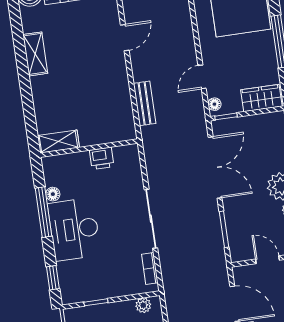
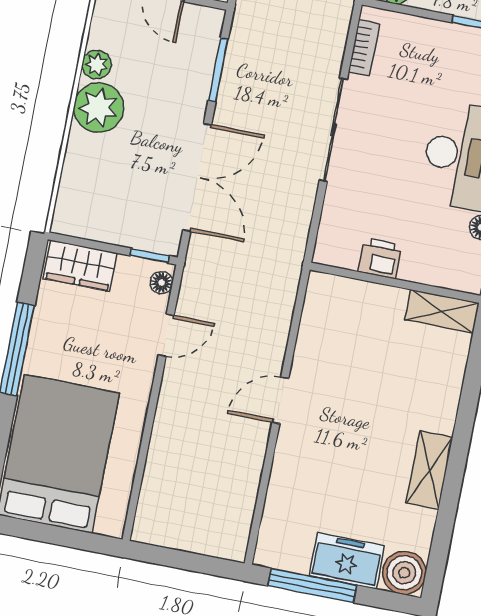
door: (125, 38) -> (280, 400), moved
bench: (145, 103) -> (277, 325), removed
double door: (215, 168) -> (197, 177), swing flipped

